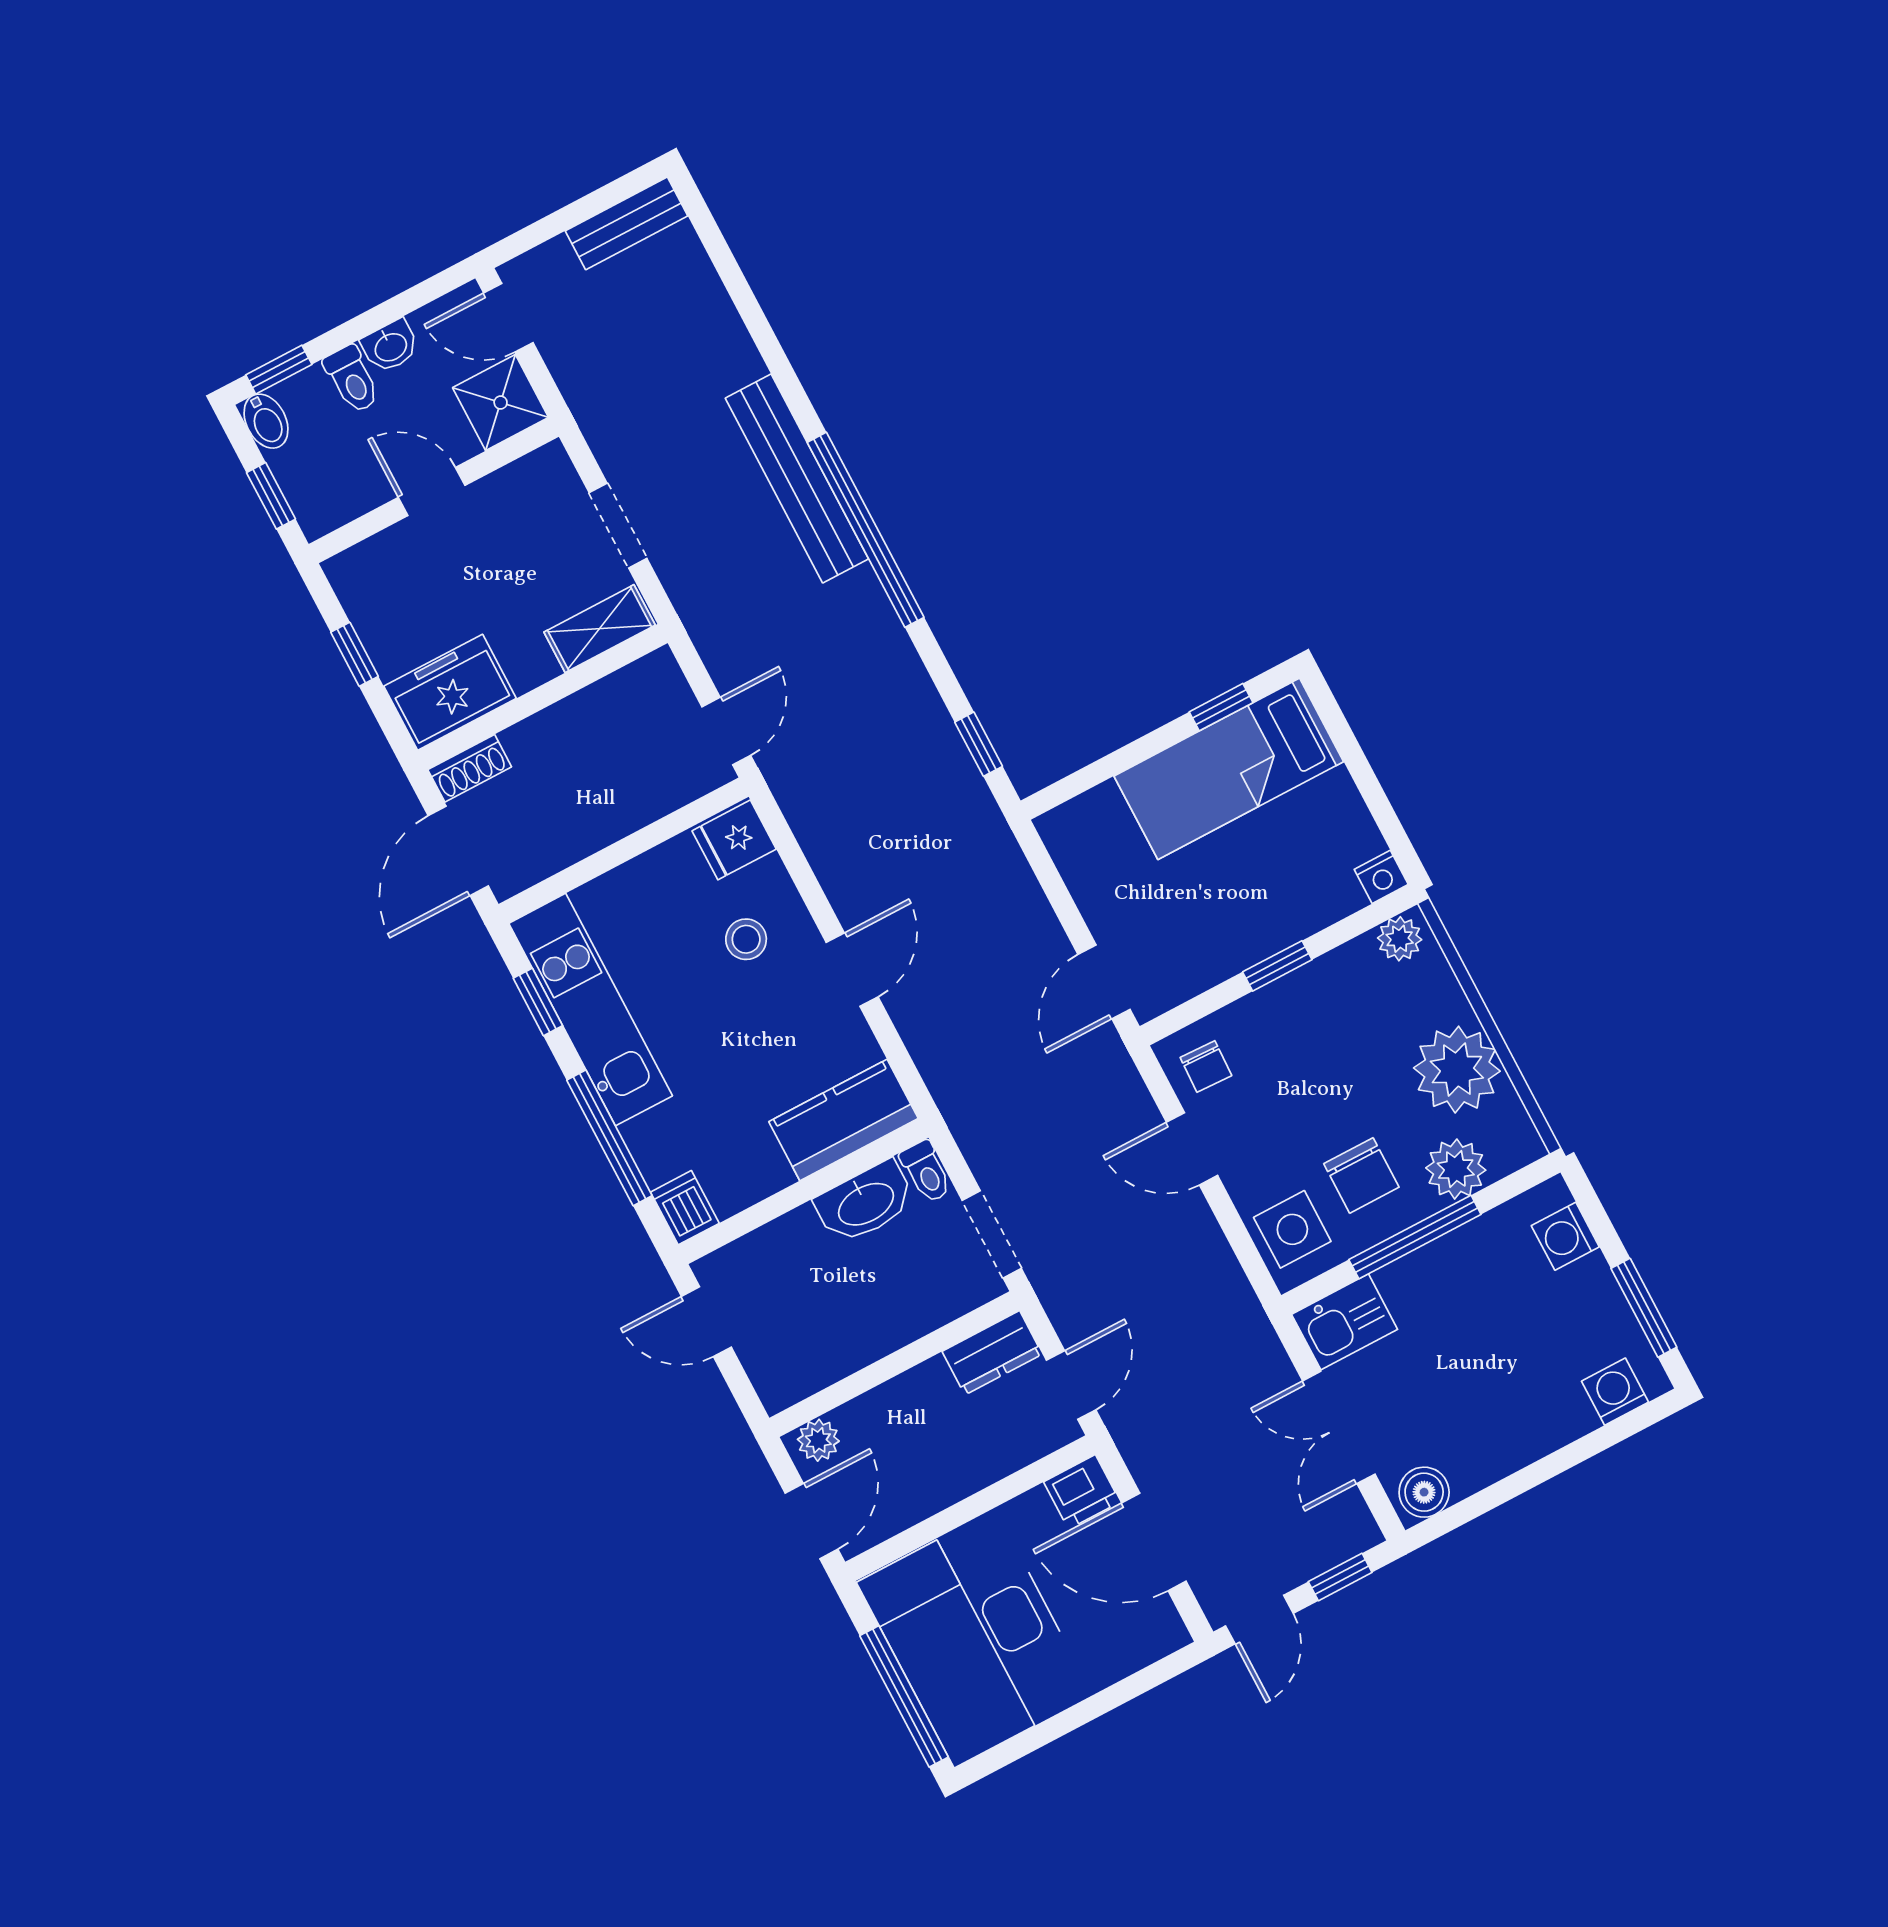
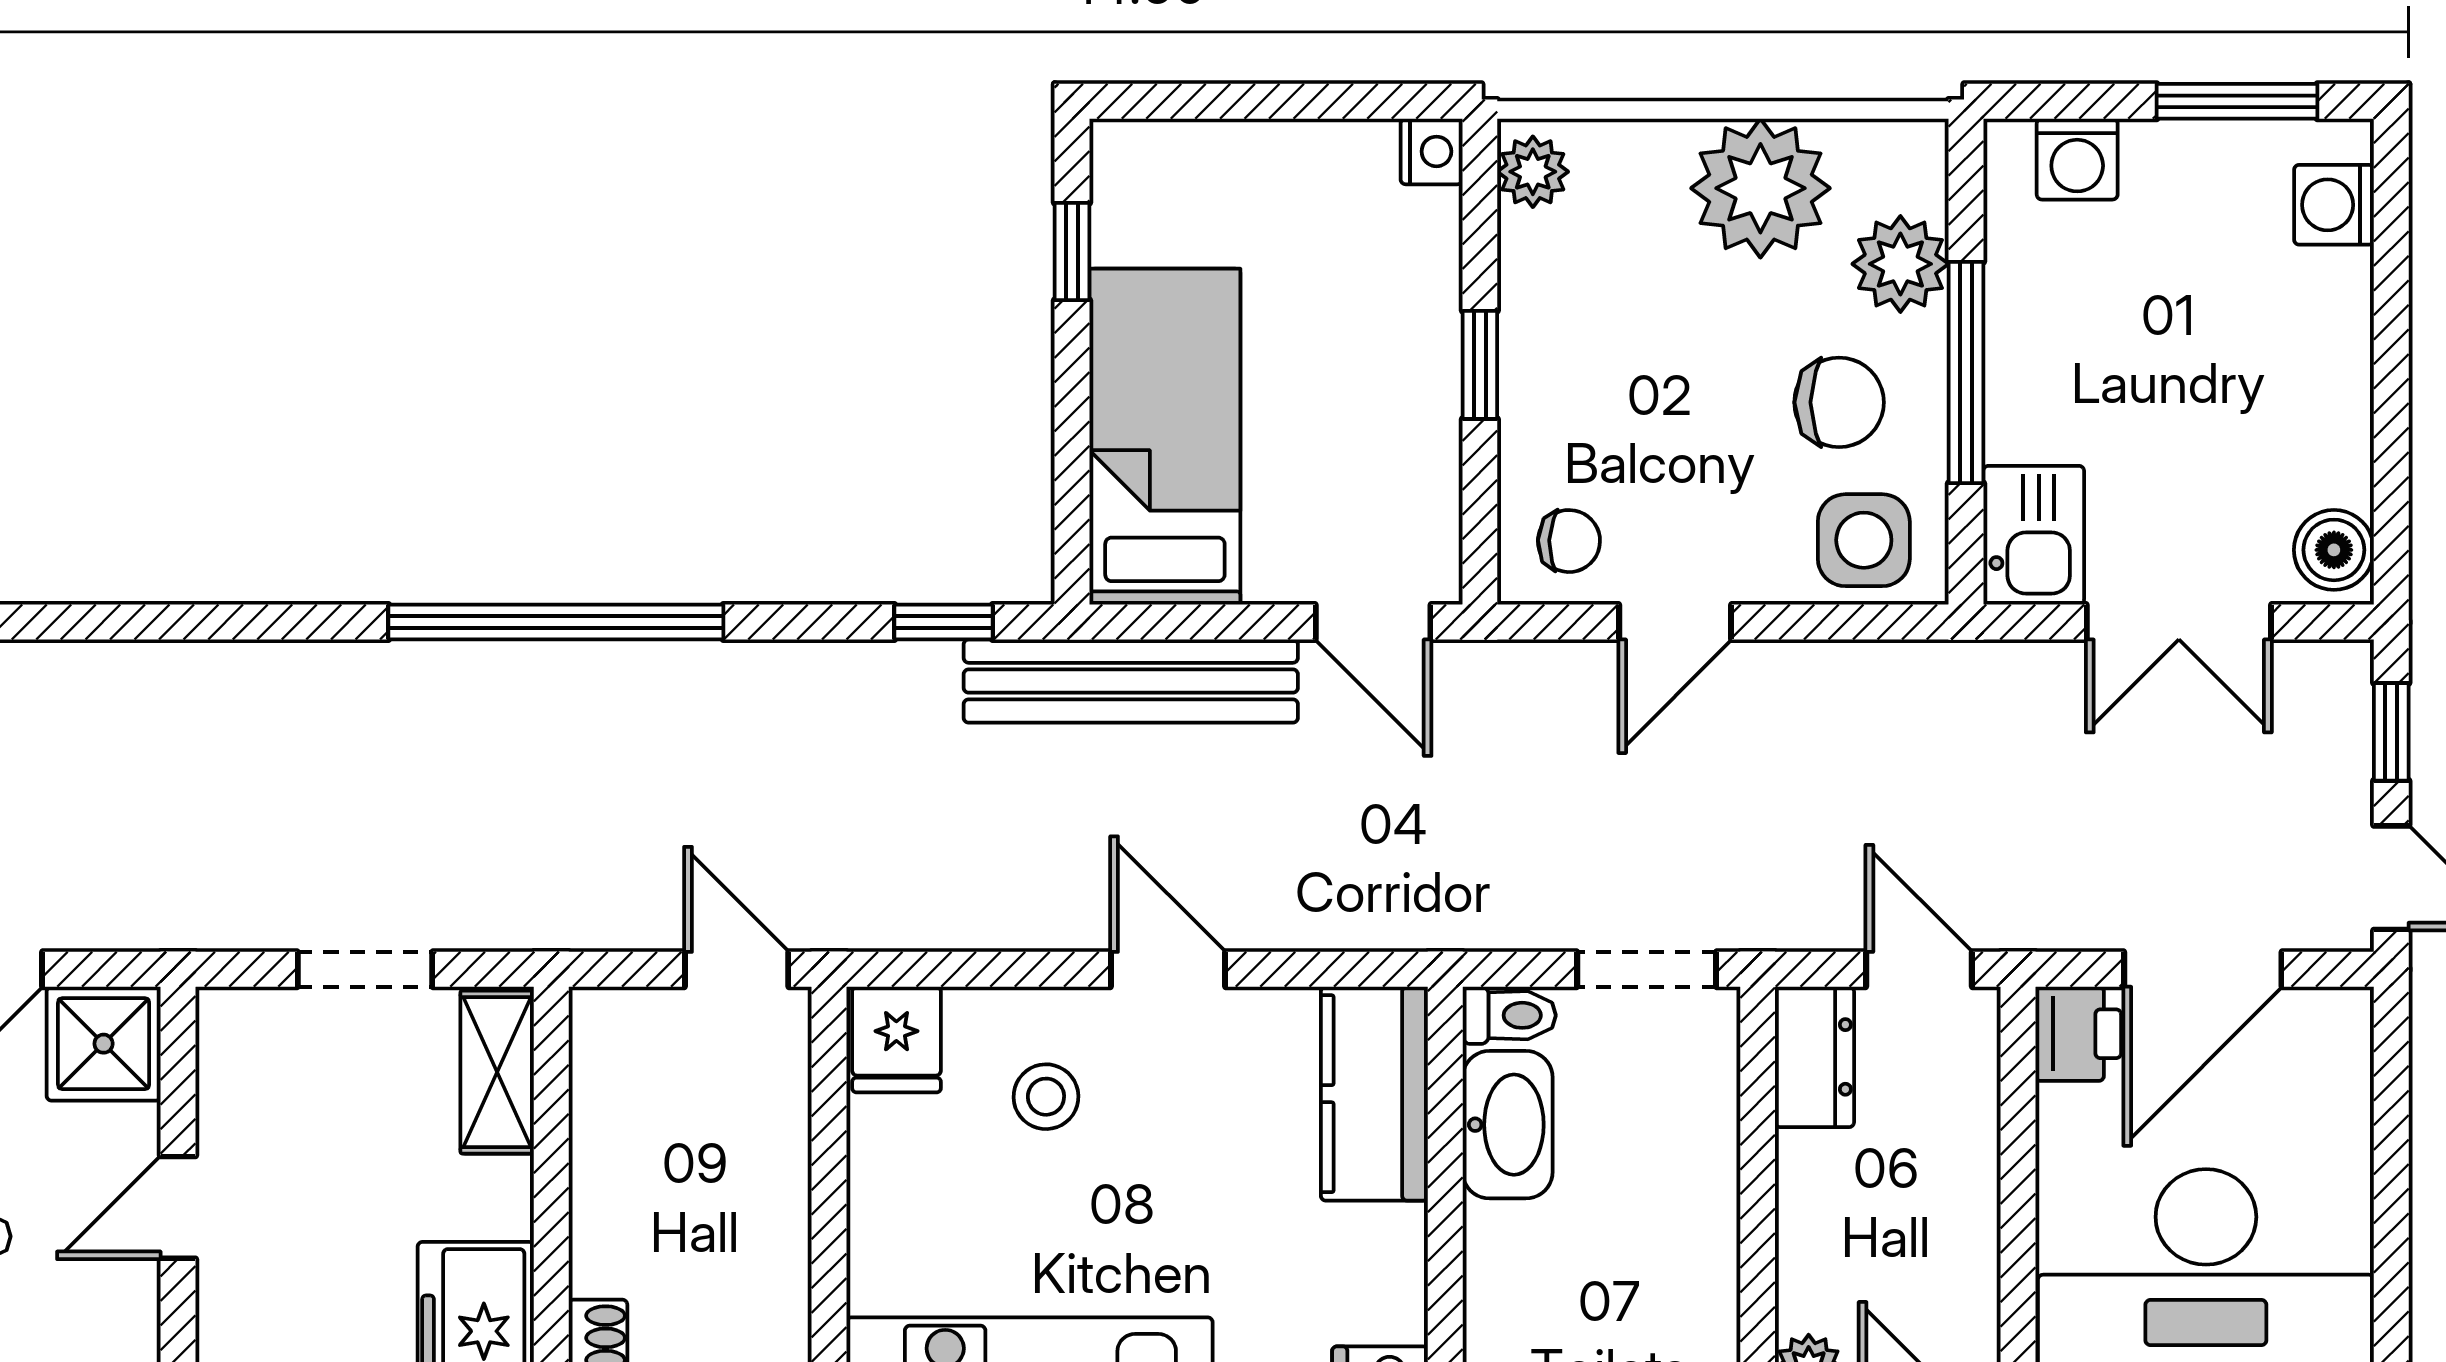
bench: (797, 478) -> (1131, 681), moved
bed: (1229, 769) -> (1165, 437), moved, turned 180

